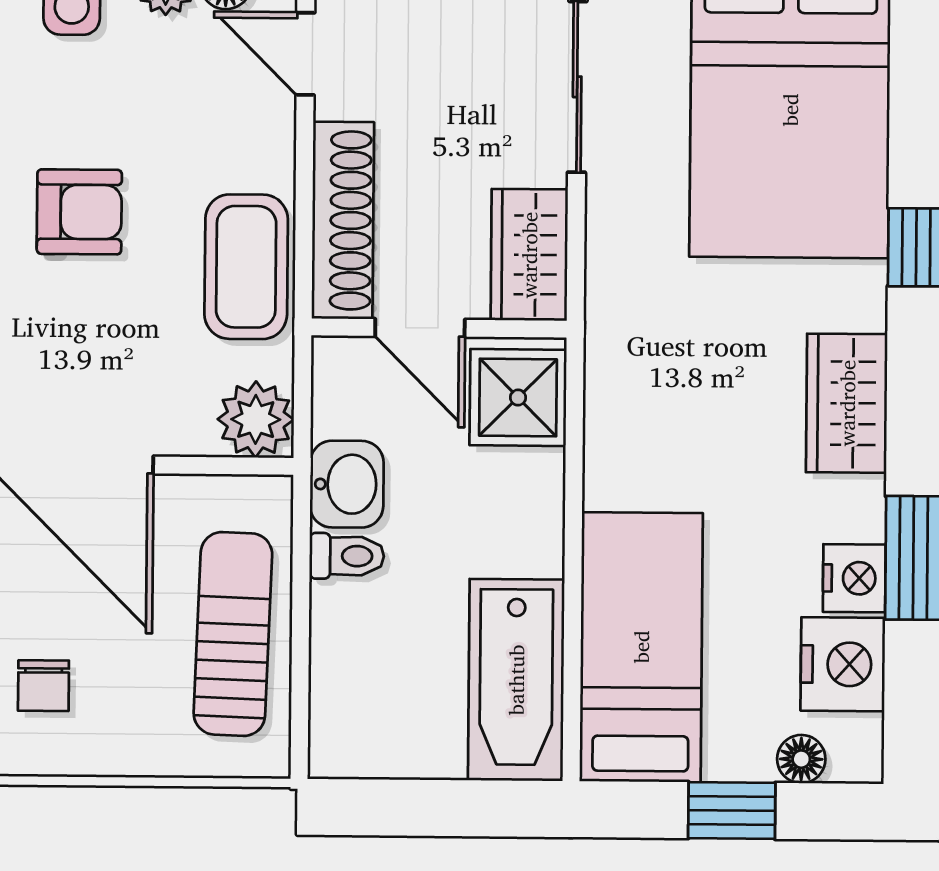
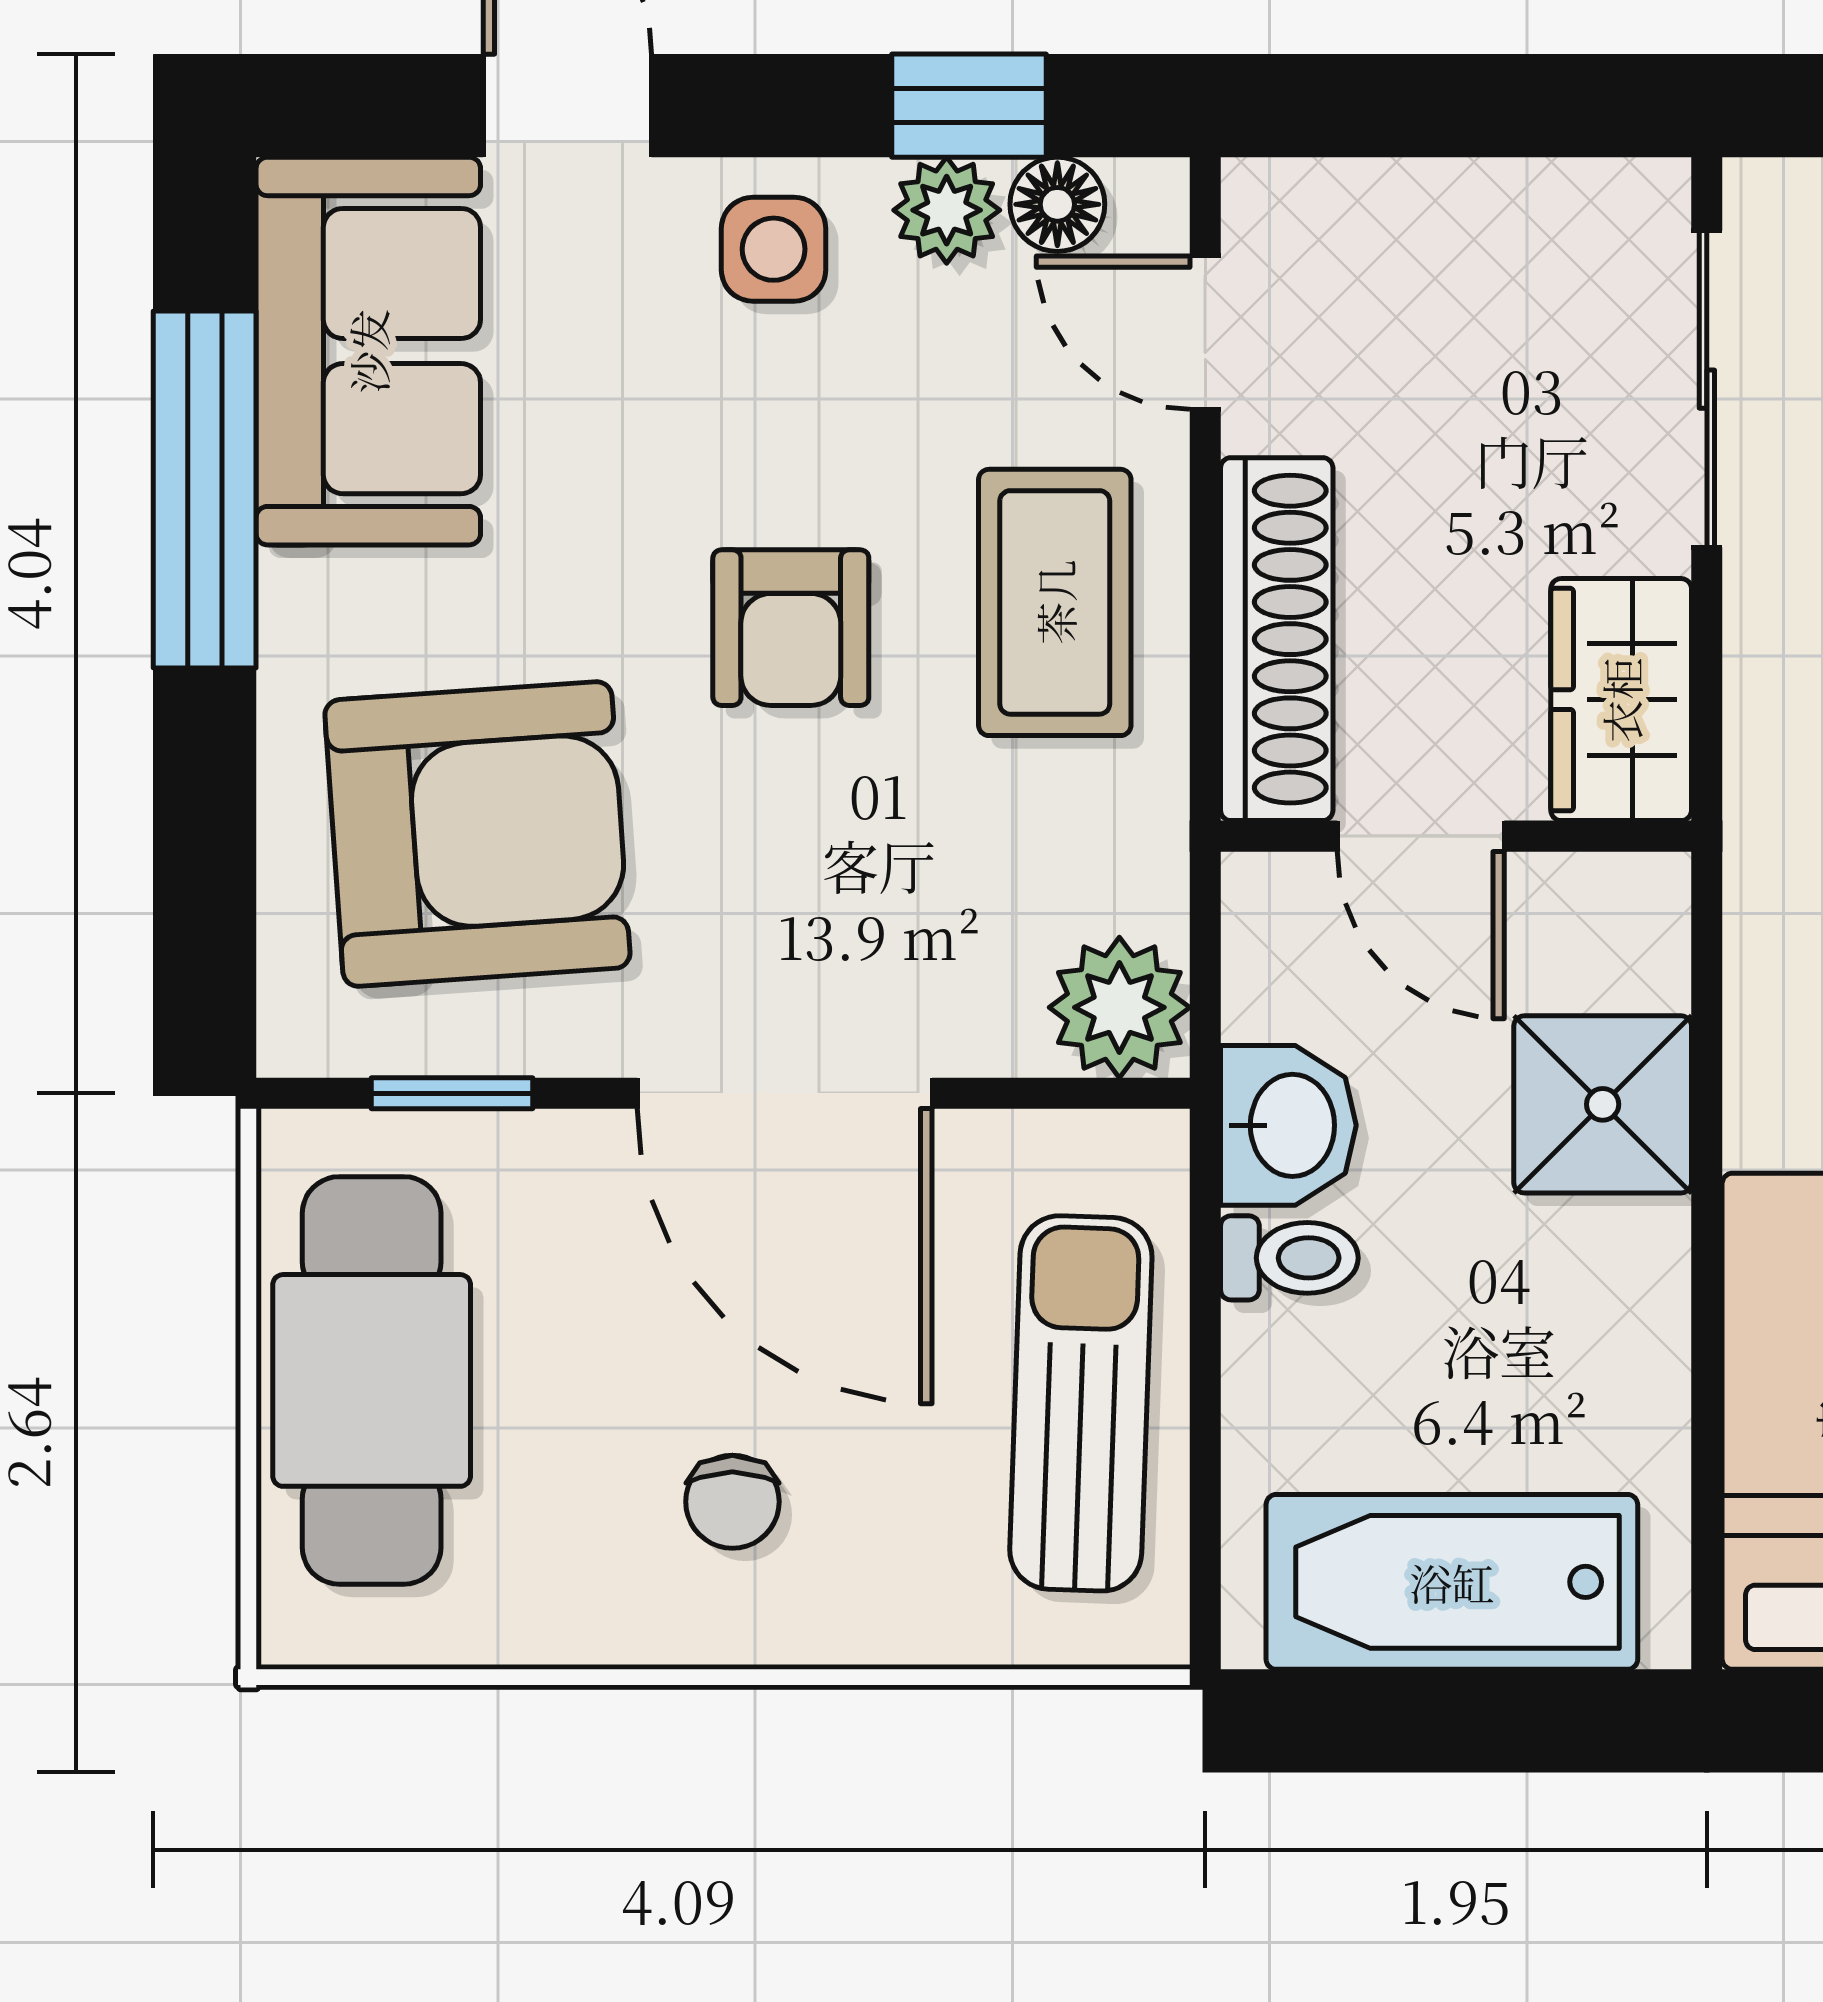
armchair: (79, 212) -> (791, 628), turned 90
coffee table: (246, 267) -> (1055, 602), moved
shower: (518, 398) -> (1603, 1104), moved
bathtub: (516, 680) -> (1452, 1582), moved, turned 90

